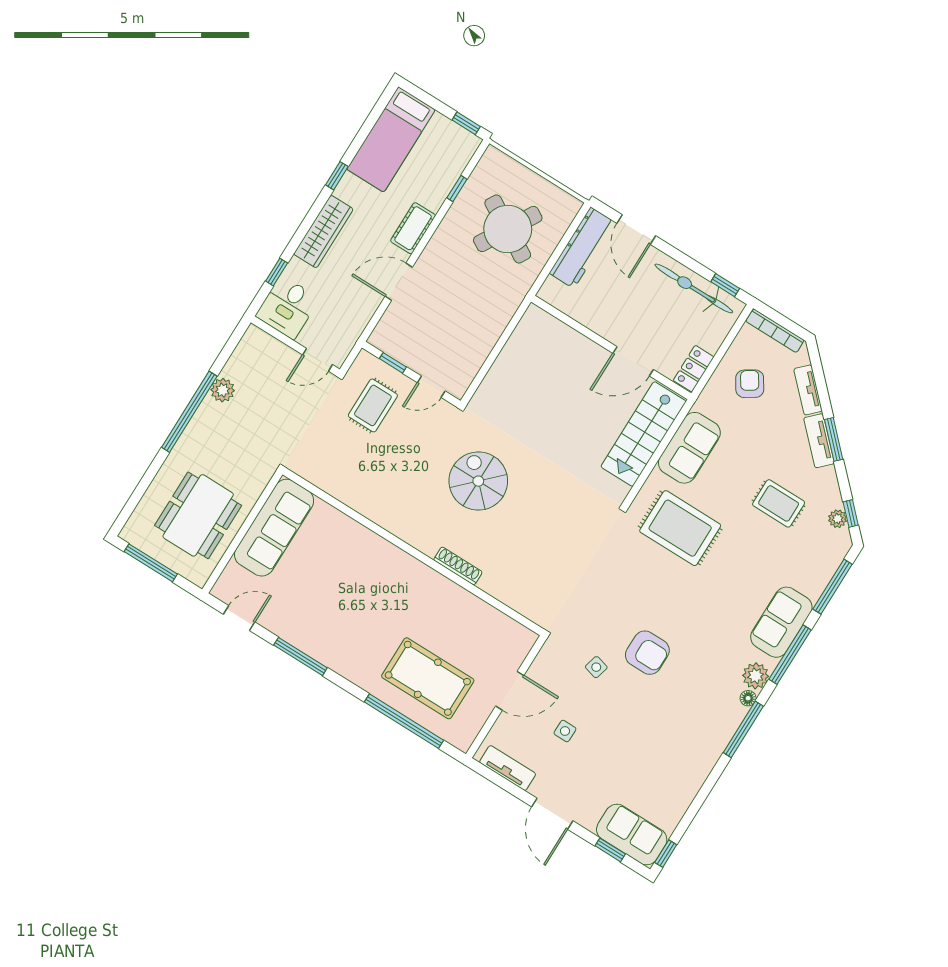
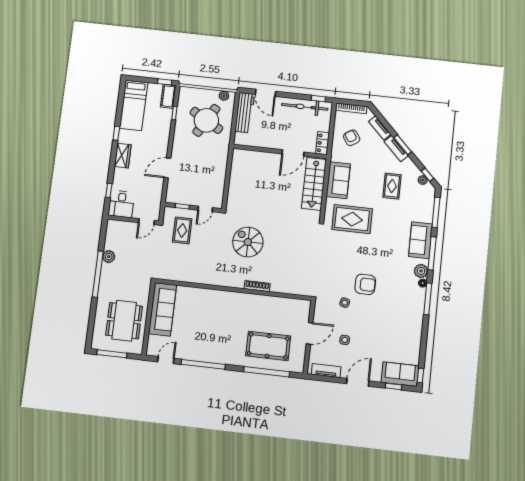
plant: (560, 199) -> (224, 96), added
cot: (413, 228) -> (168, 96), moved
wardrobe: (323, 232) -> (123, 156), width x0.67
rug: (779, 503) -> (392, 186), turned 90
window: (300, 656) -> (203, 364), width x1.46
door: (552, 814) -> (358, 382), swing flipped

